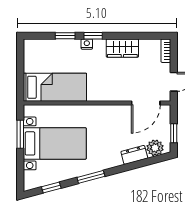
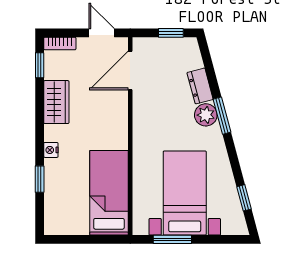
window: (93, 36) -> (40, 65), moved
door: (146, 103) -> (130, 71), swing flipped
plant: (155, 148) -> (206, 115), moved
window: (91, 177) -> (222, 116), moved

